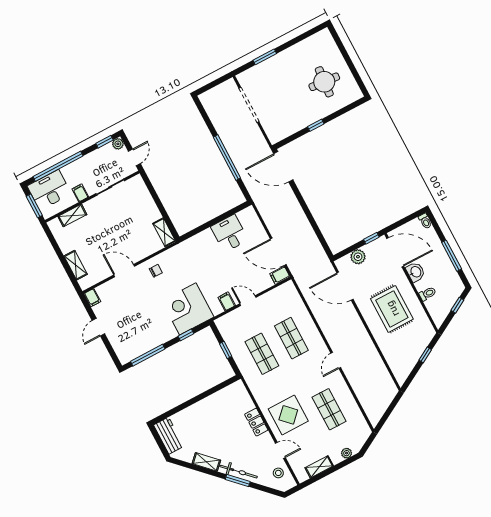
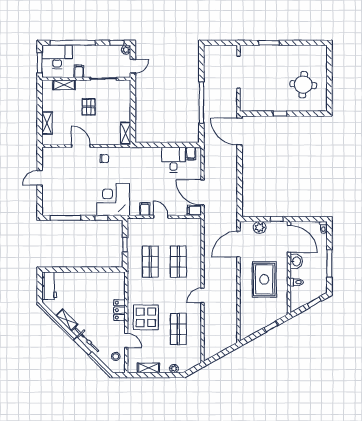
pallet: (110, 225) -> (89, 107), added
door: (345, 286) -> (238, 244), hinge flipped
filing cabinet: (92, 298) -> (191, 154), moved

